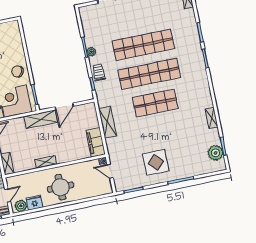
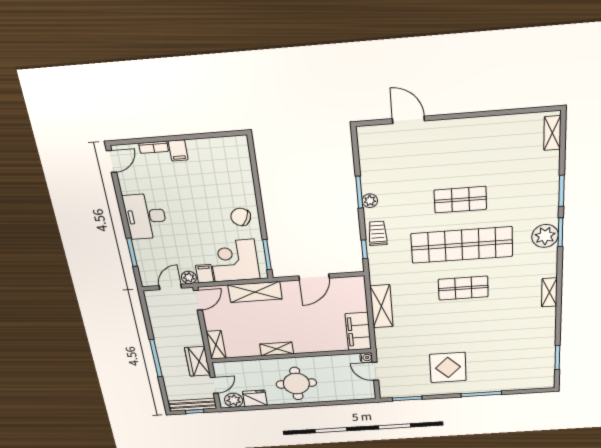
shop shelf: (143, 45) -> (460, 200), width x0.50, depth x0.74
shop shelf: (155, 103) -> (463, 288), width x0.70, depth x0.74
shelving: (212, 118) -> (549, 292), moved
shelving: (41, 119) -> (255, 292), moved
plant: (216, 153) -> (545, 236), moved

